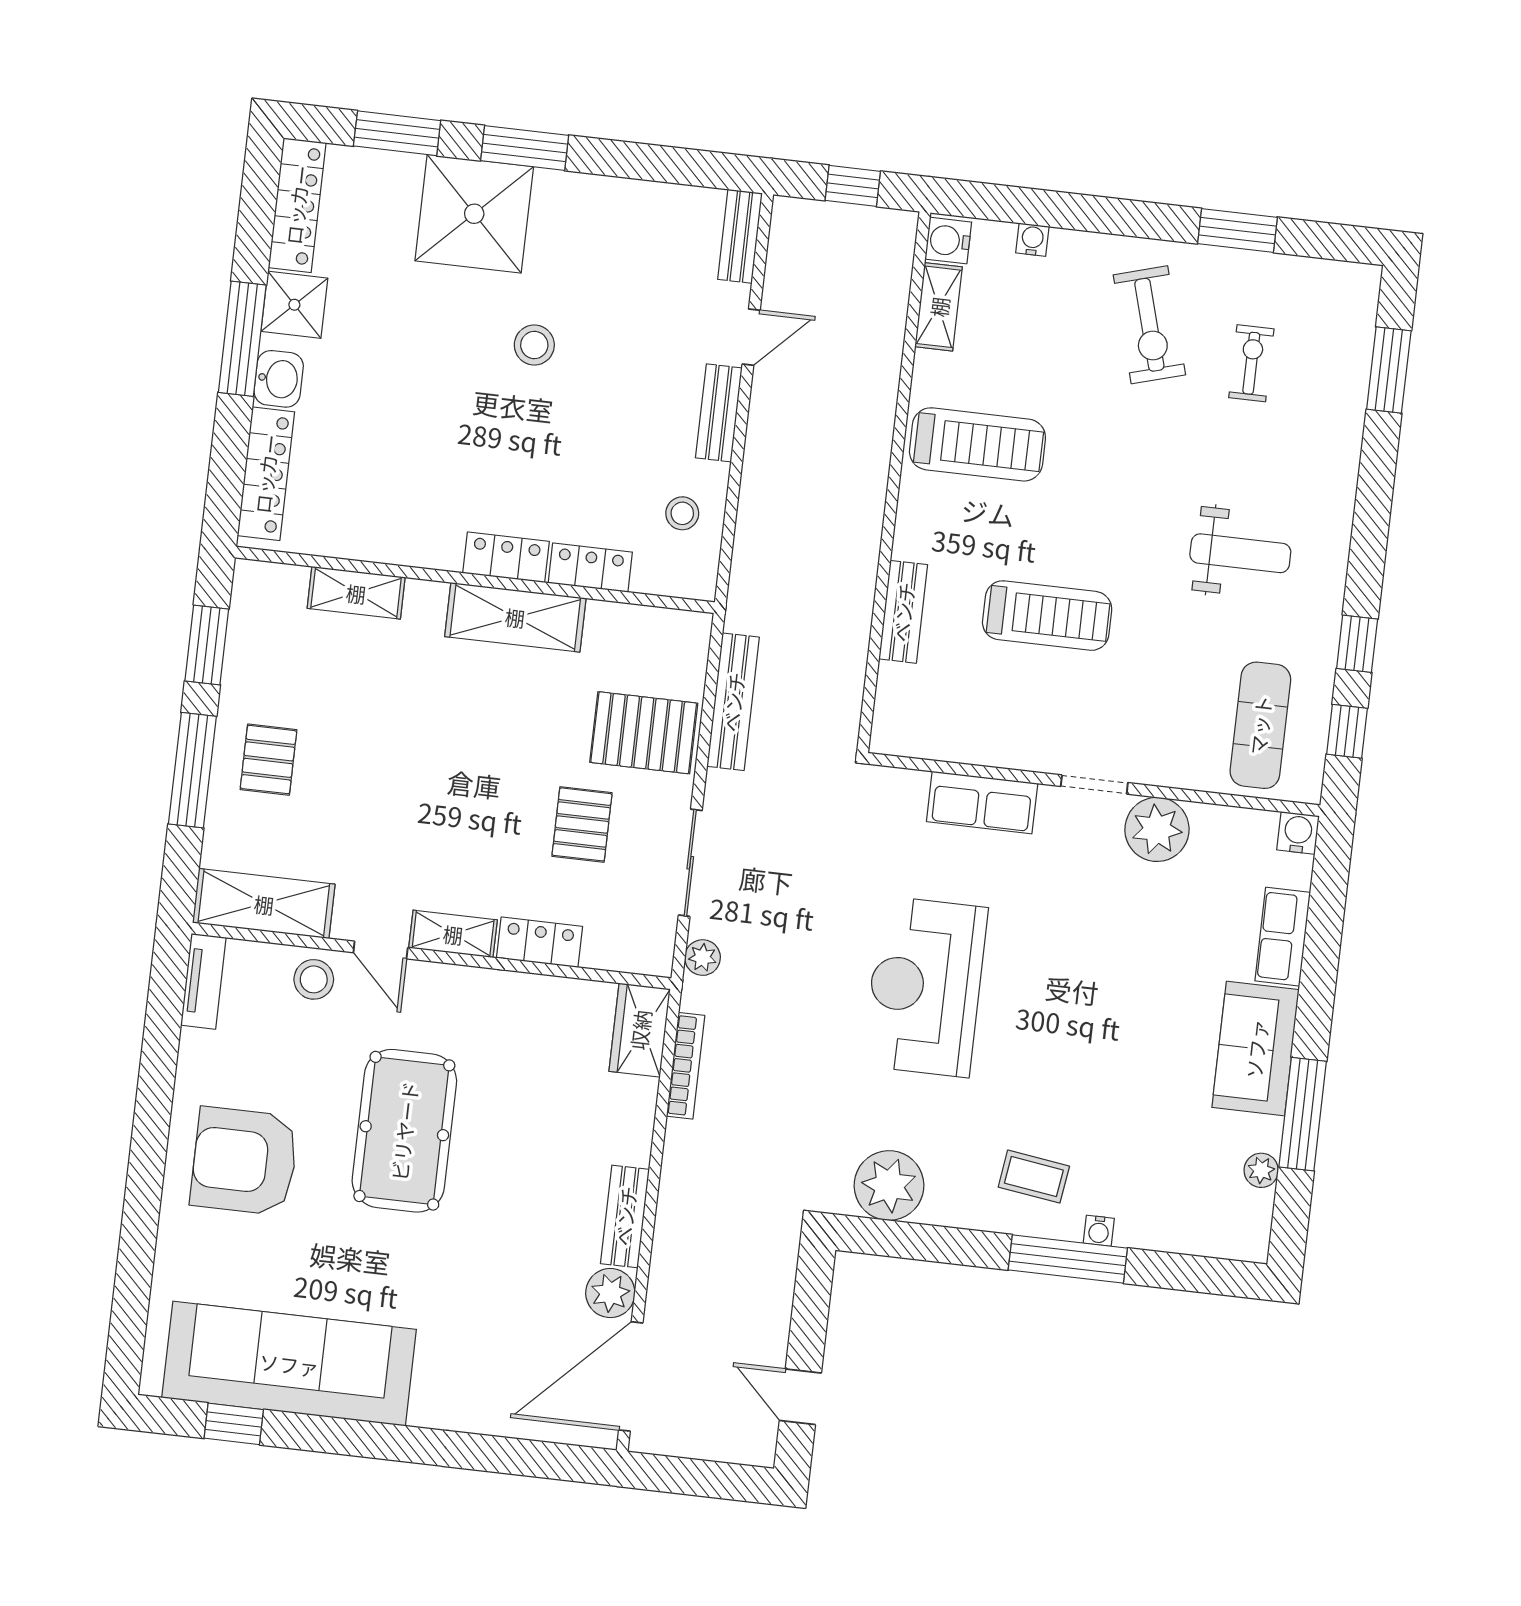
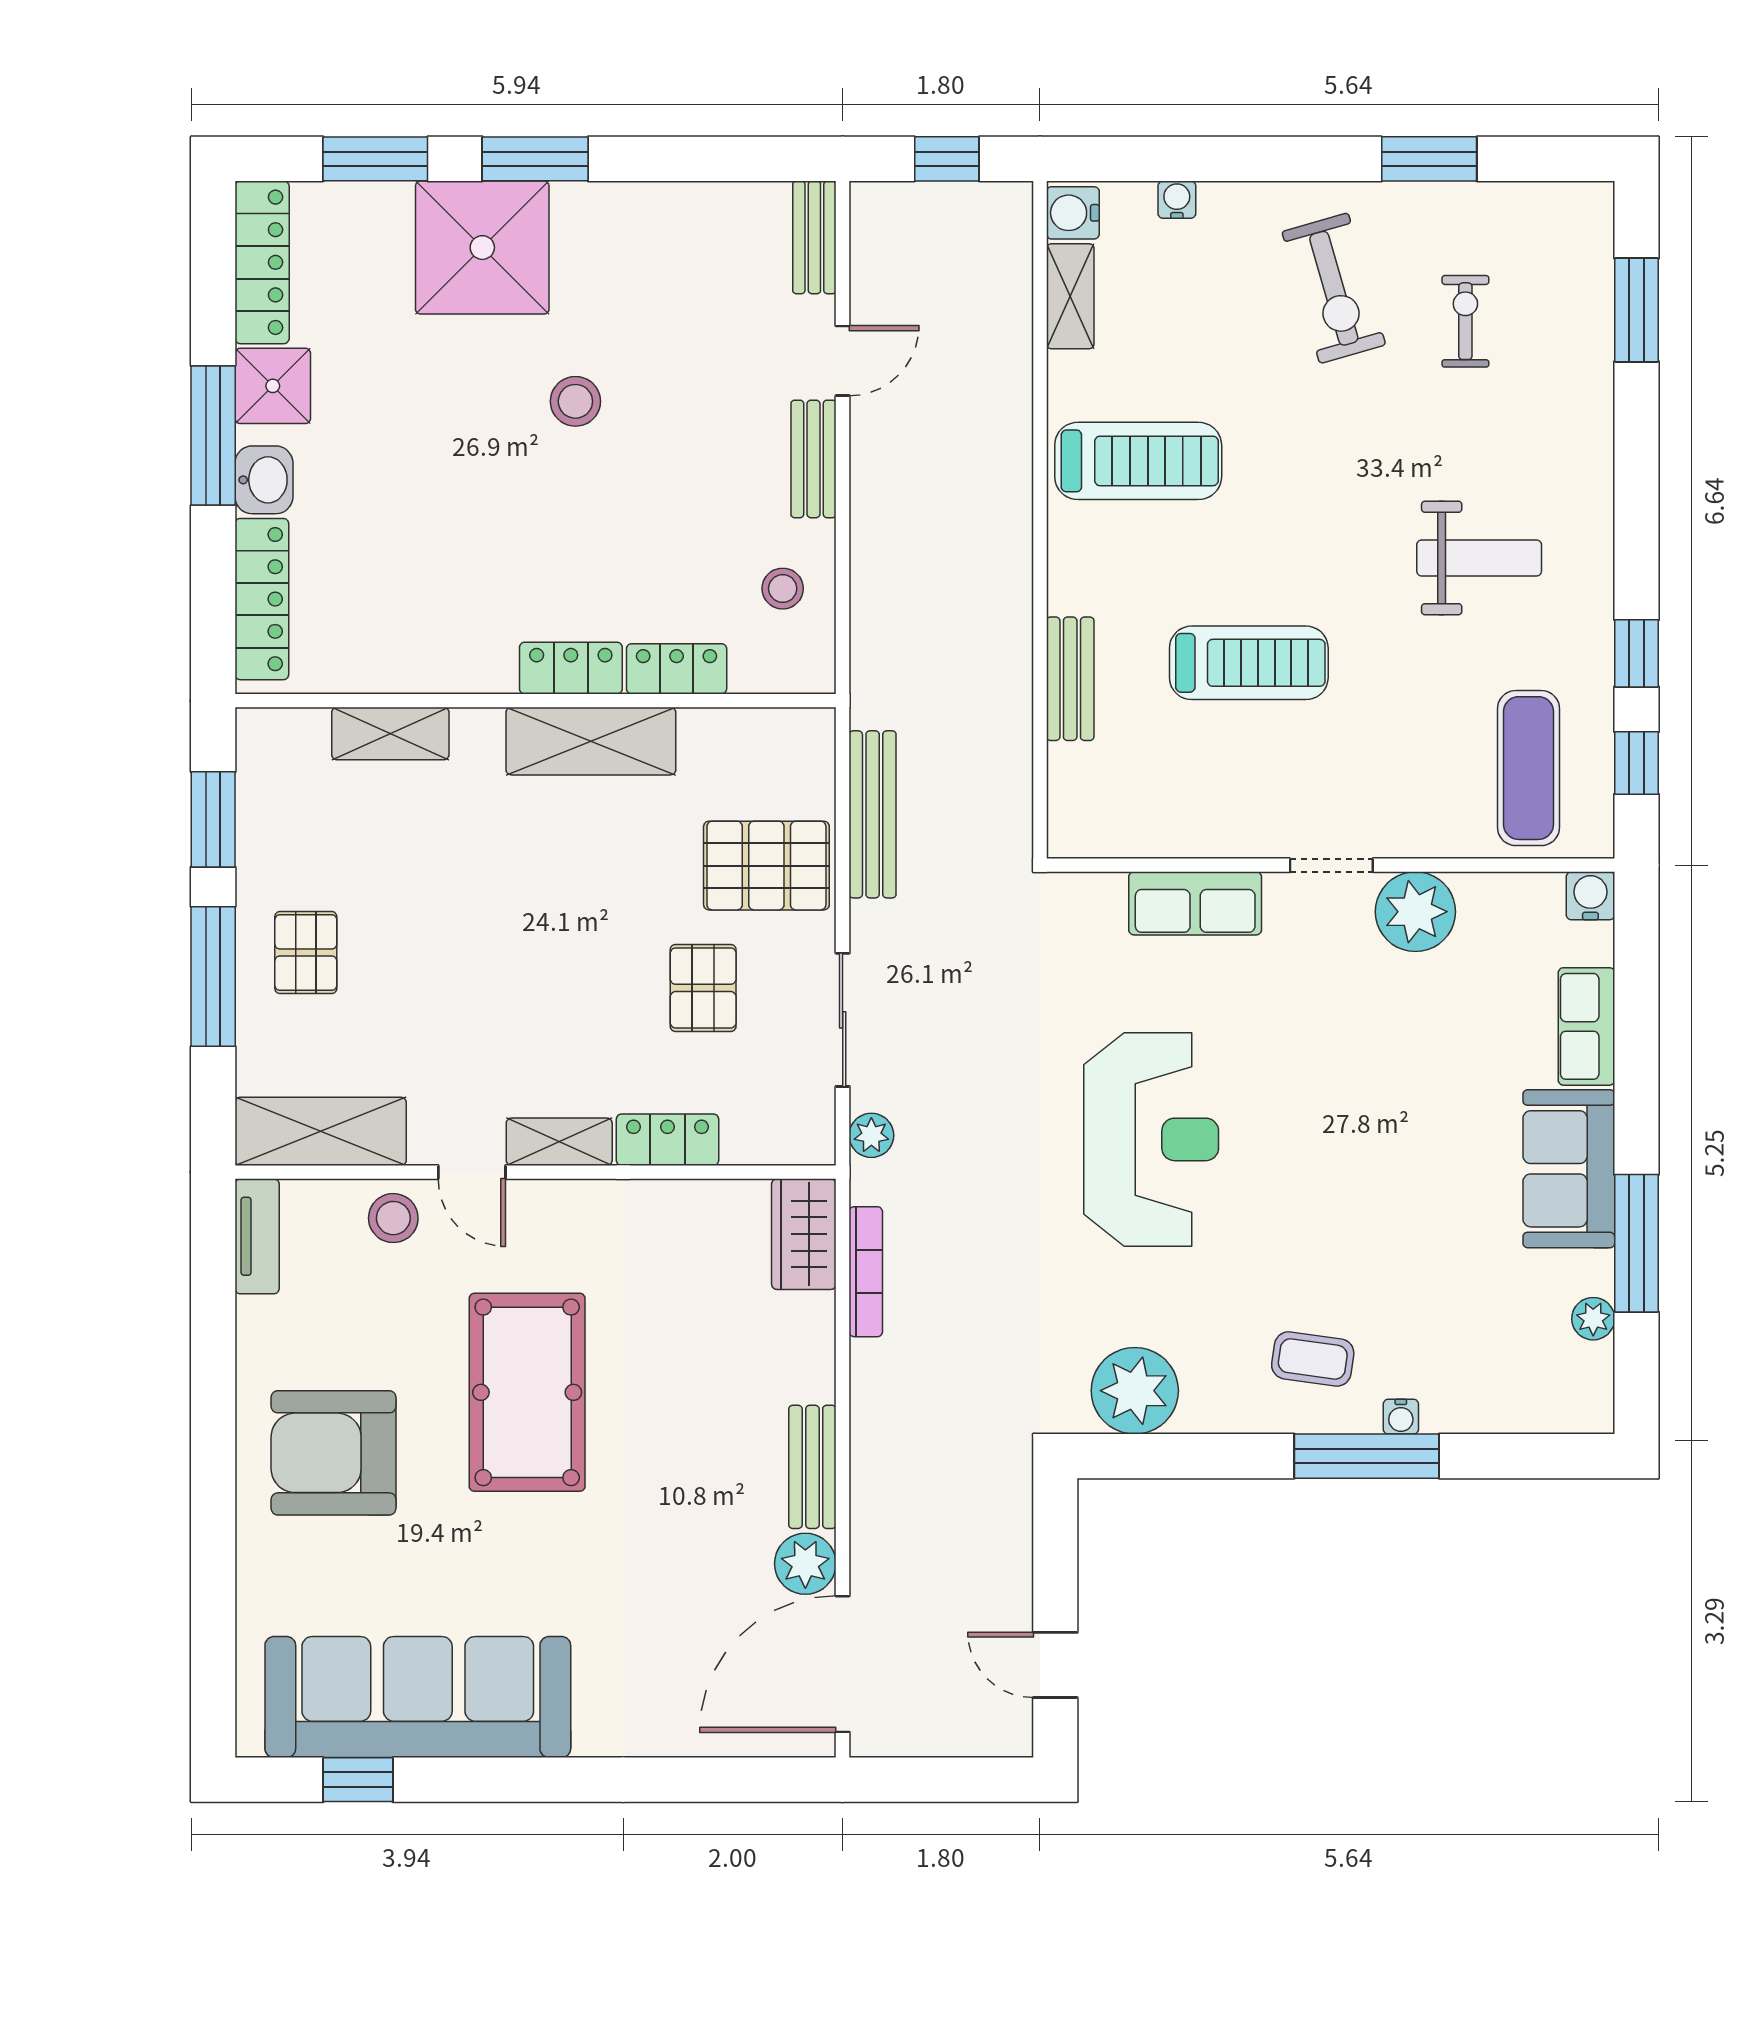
reception desk: (925, 987) -> (1151, 1139), turned 180

